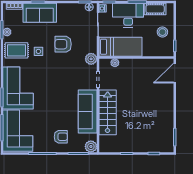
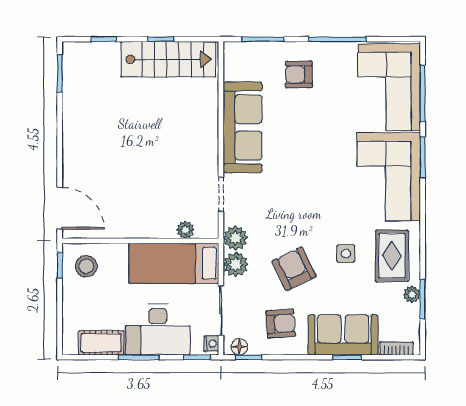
armchair: (70, 18) -> (281, 324), added
stool: (162, 32) -> (86, 266), moved
armchair: (63, 44) -> (294, 269), turned -116
rug: (17, 50) -> (392, 256), turned 90
door: (175, 73) -> (60, 208), hinge flipped
stairs: (108, 112) -> (168, 59), moved, turned -90
plant: (91, 146) -> (236, 264), moved

